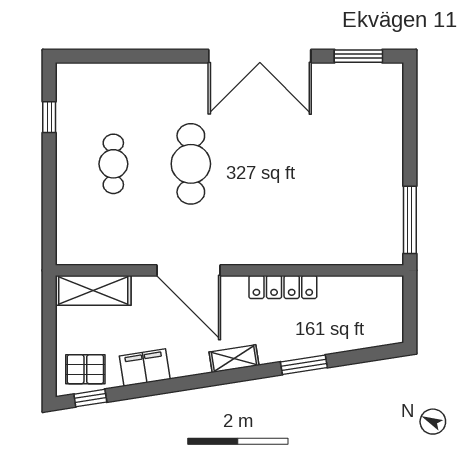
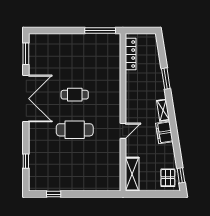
window: (122, 56) -> (26, 161), added
cafe table: (113, 164) -> (75, 95), moved
door: (189, 270) -> (123, 131), width x0.53
locker: (283, 287) -> (131, 54), moved
filing cabinet: (145, 368) -> (164, 132), moved

